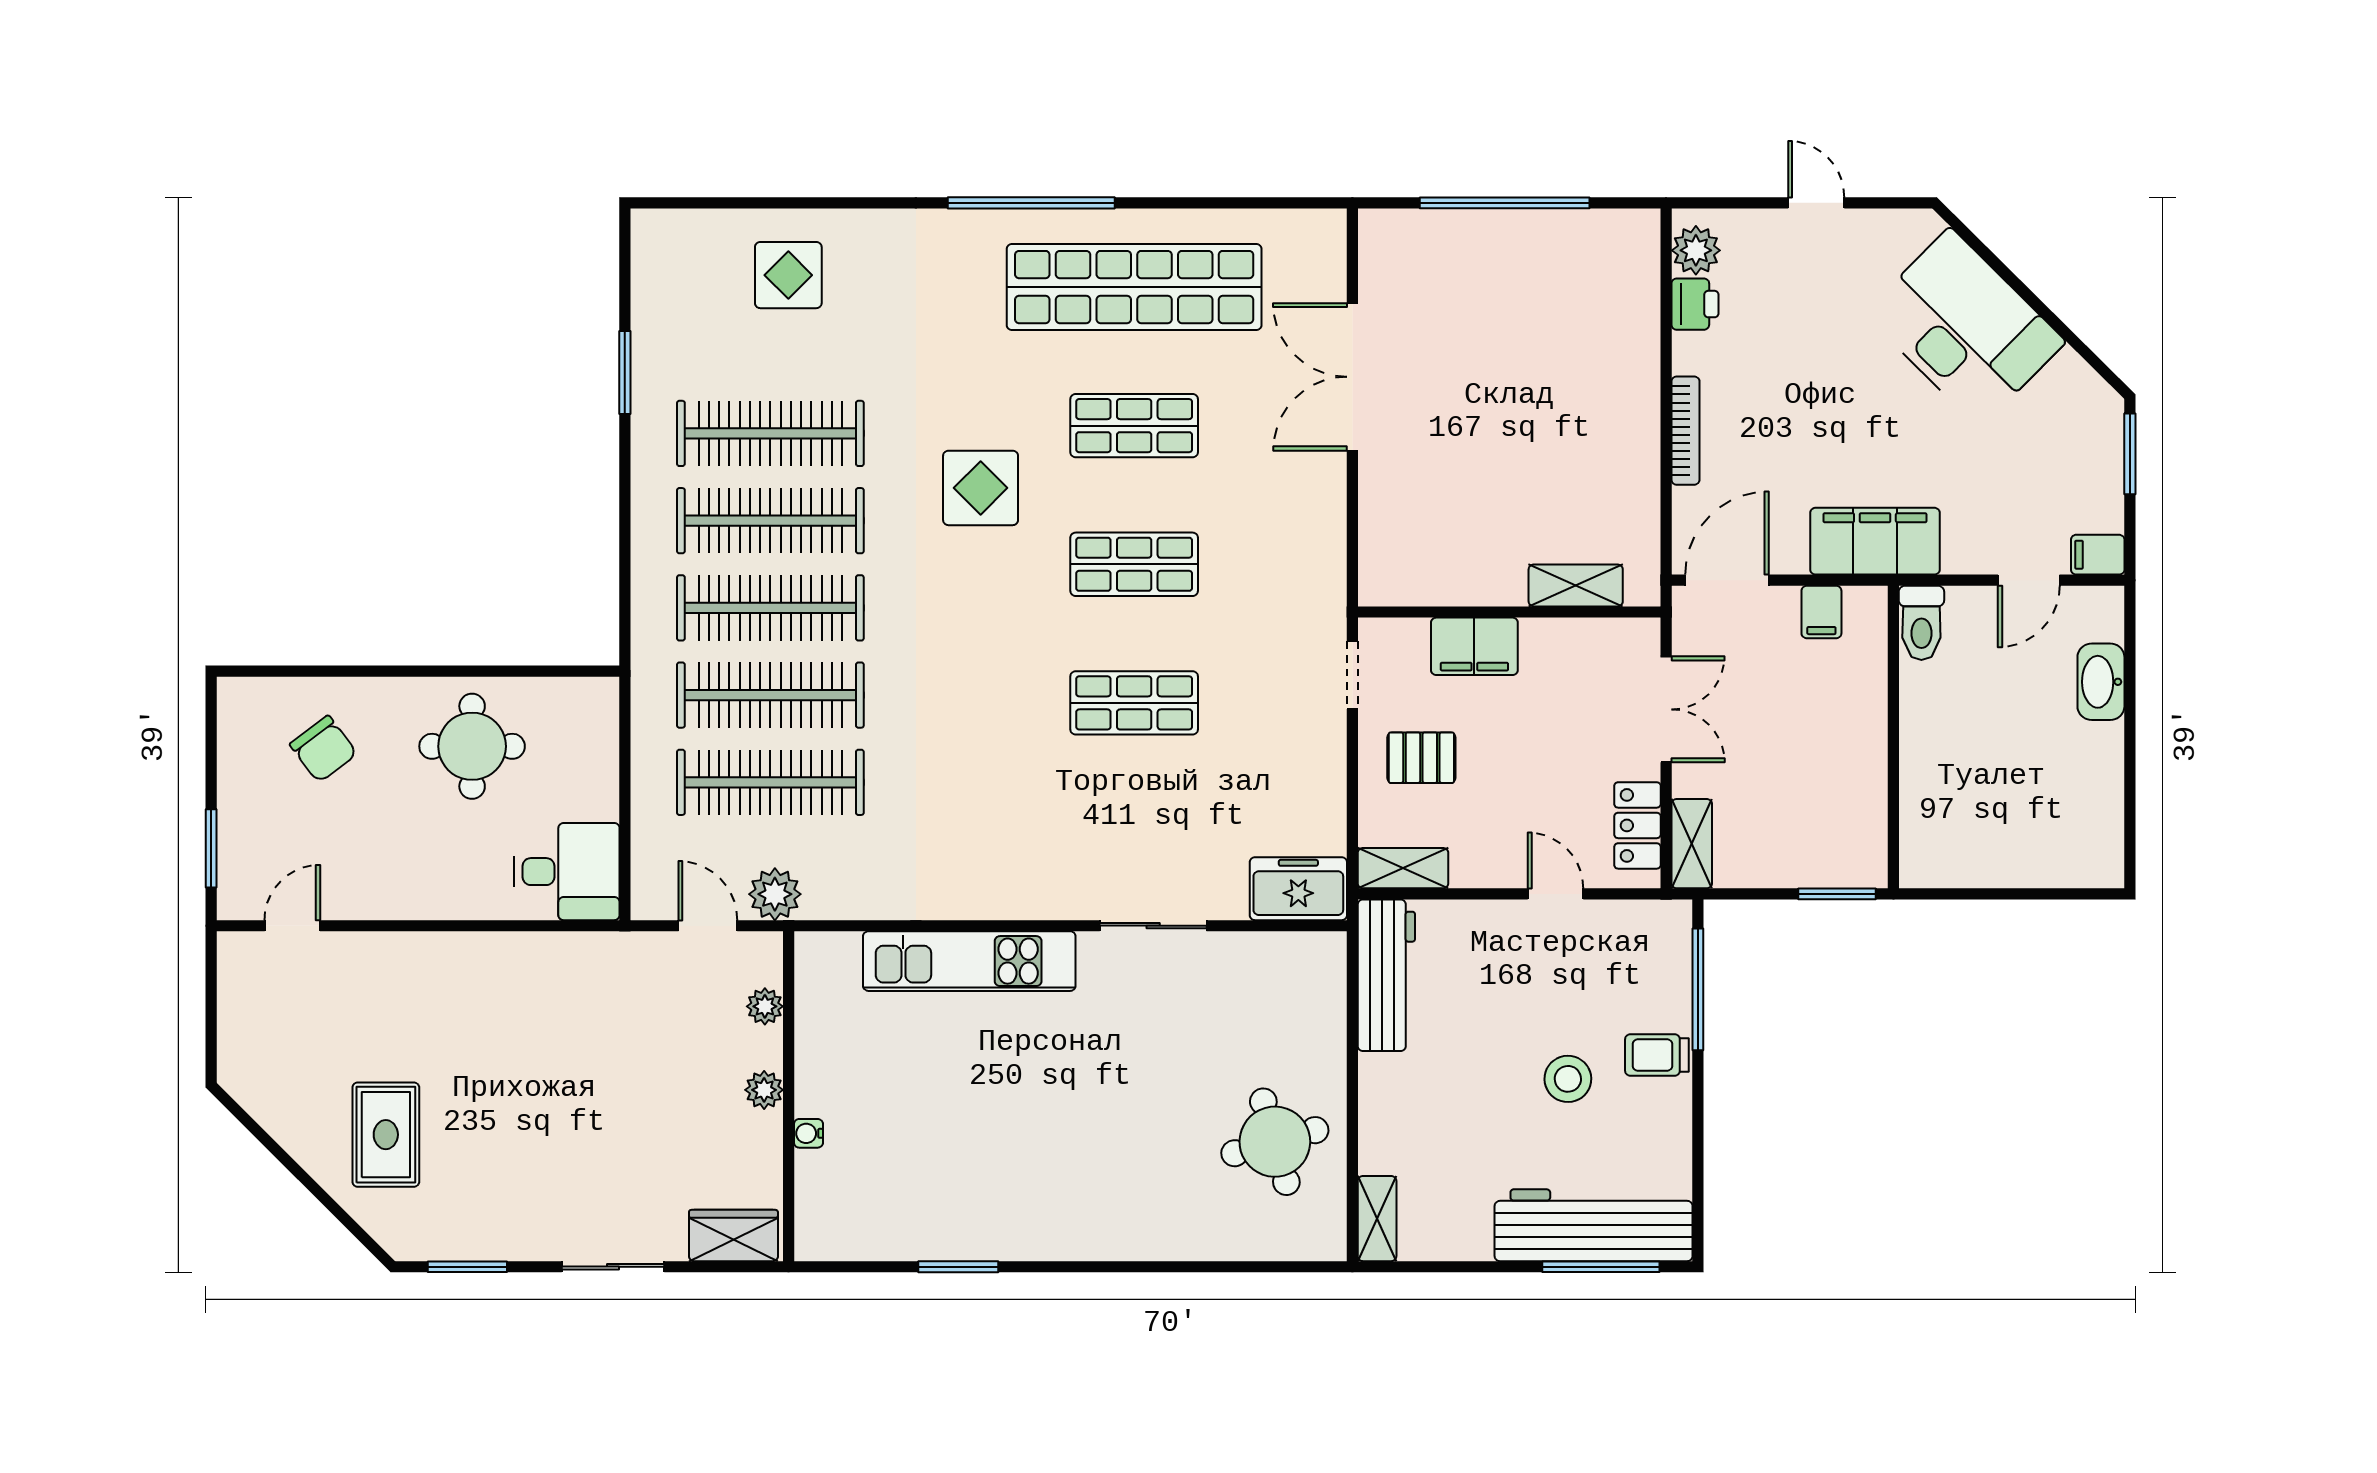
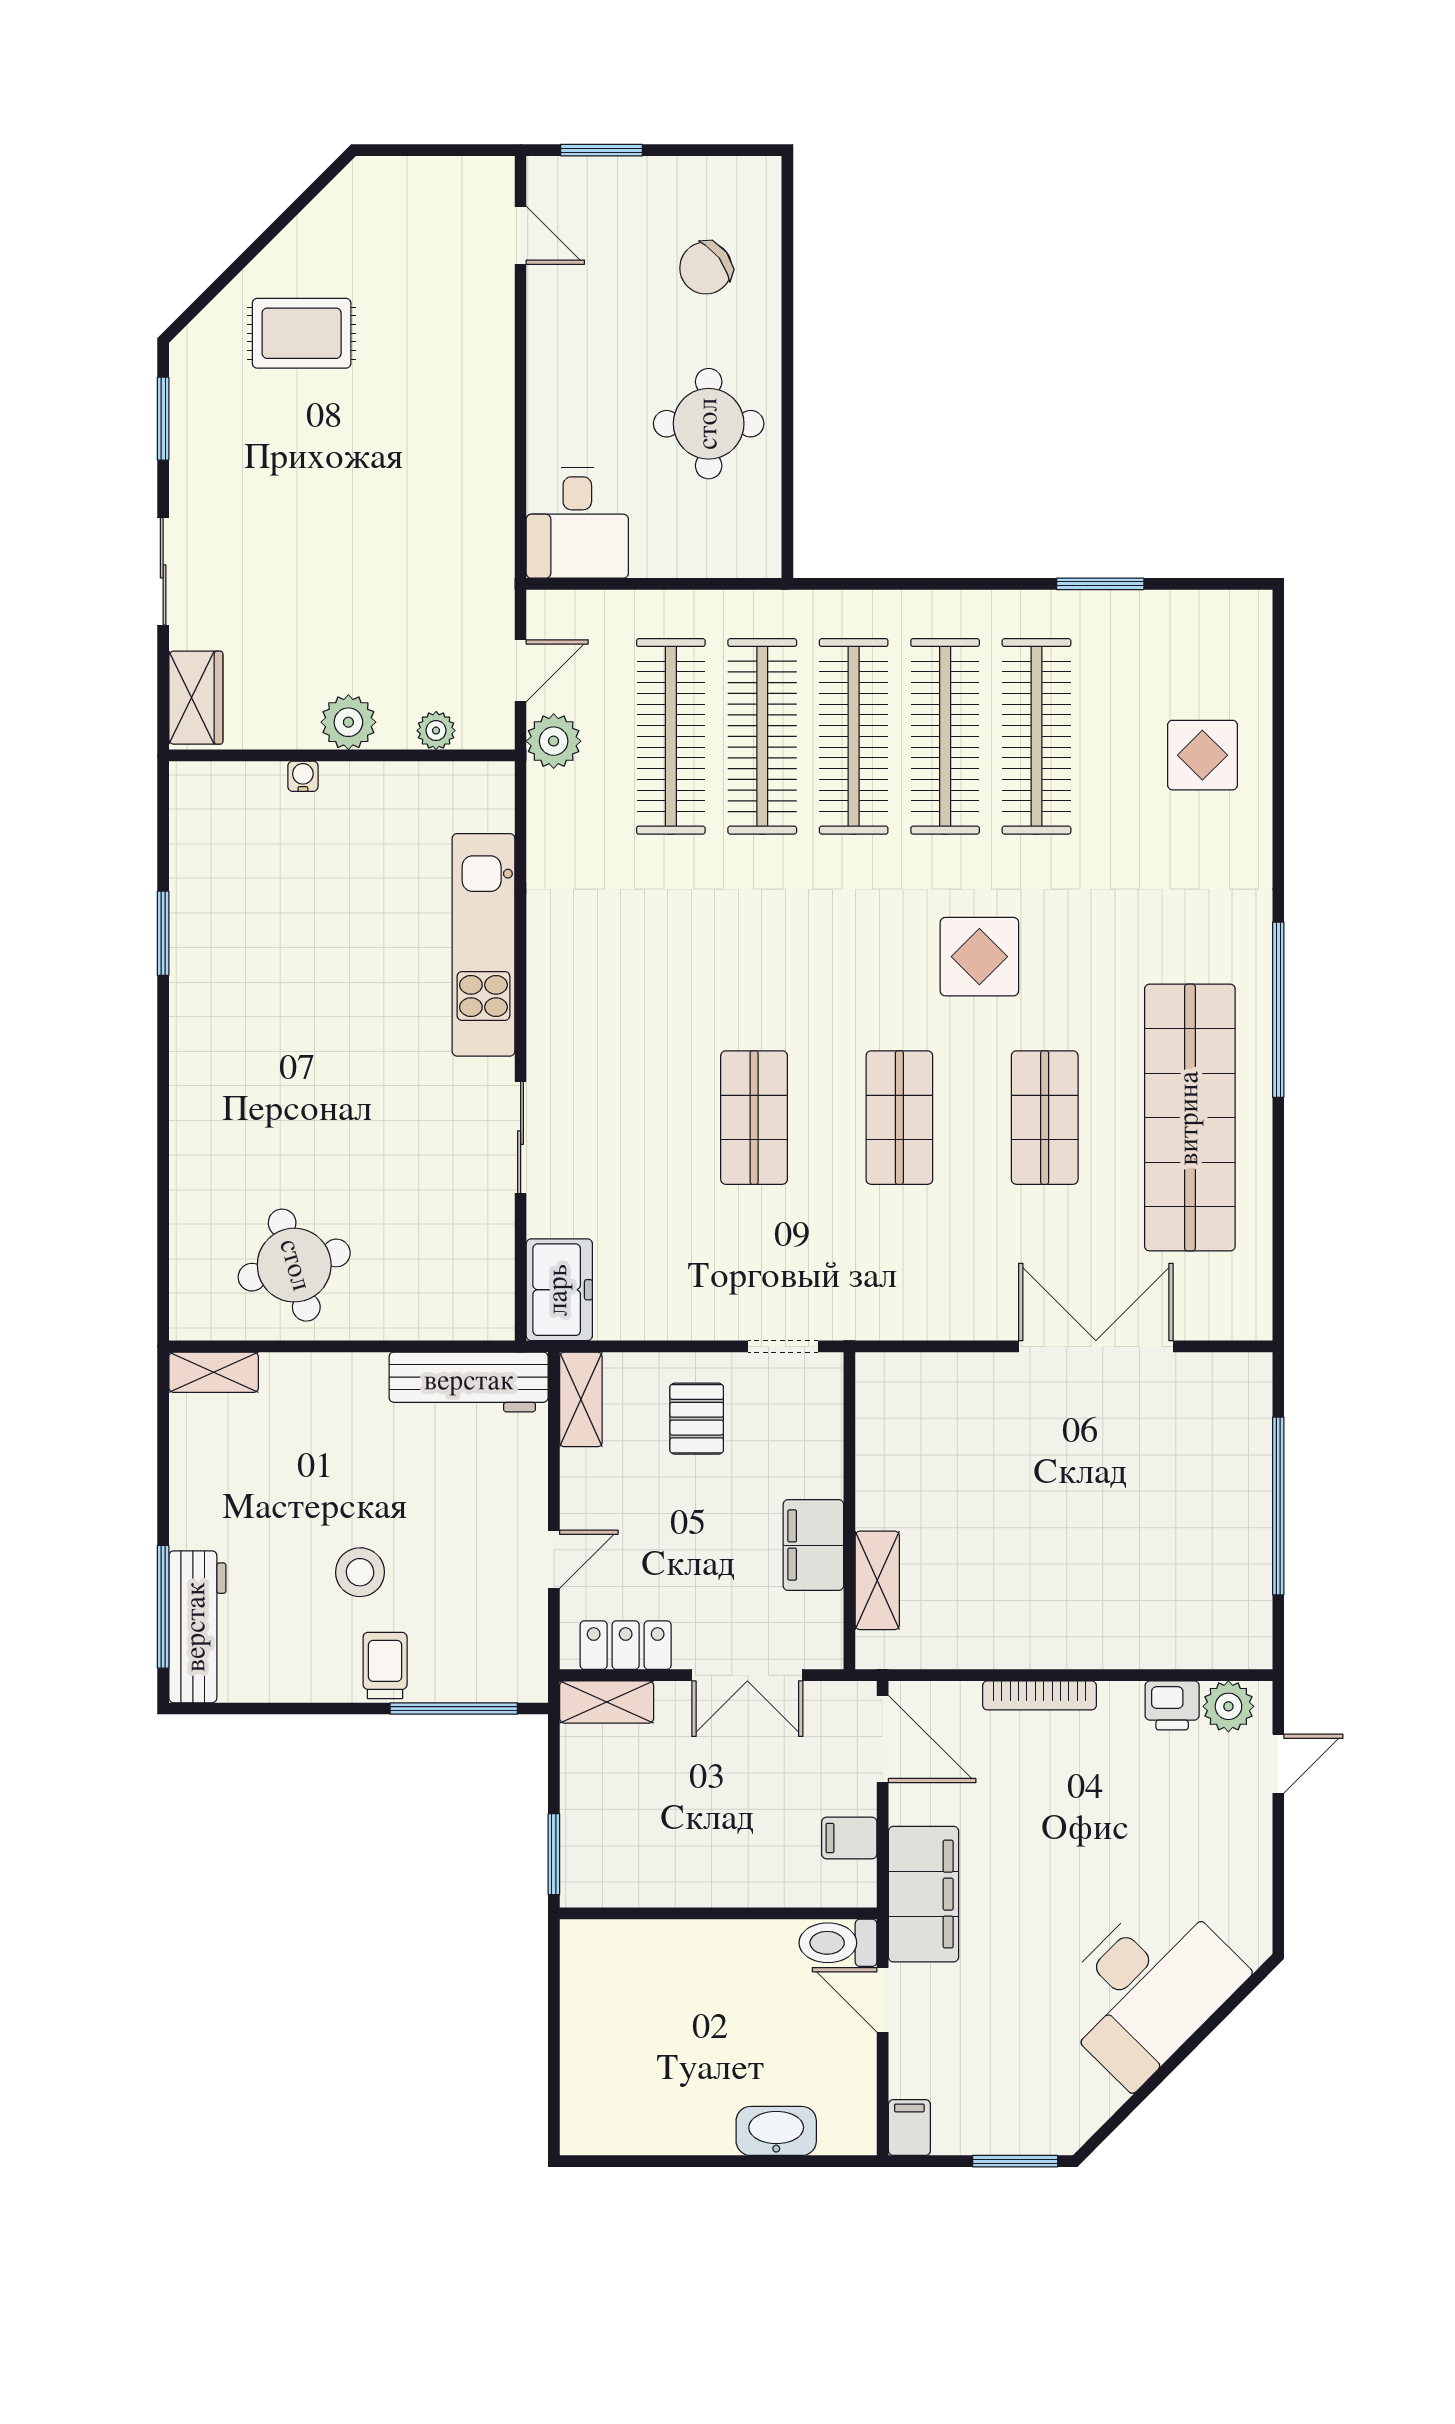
door: (1816, 203) -> (1278, 1764), moved
door: (2029, 580) -> (883, 2000), moved
filing cabinet: (1474, 646) -> (813, 1545), moved
plant: (764, 1090) -> (348, 722), width x1.38, depth x1.38
workbench: (1594, 1225) -> (197, 1627), width x0.73, depth x0.76

